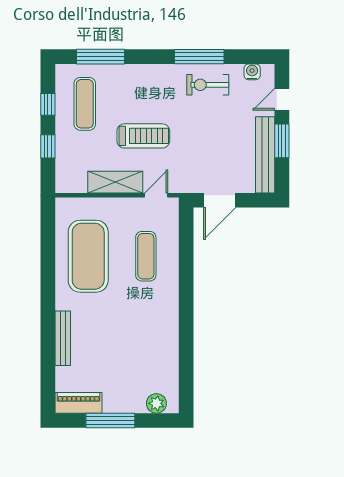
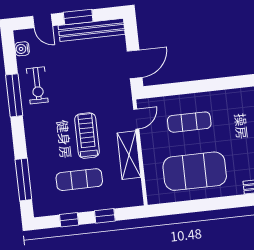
exercise mat: (85, 104) -> (79, 180), moved
door: (156, 195) -> (136, 119), swing flipped
door: (220, 200) -> (135, 64), hinge flipped

